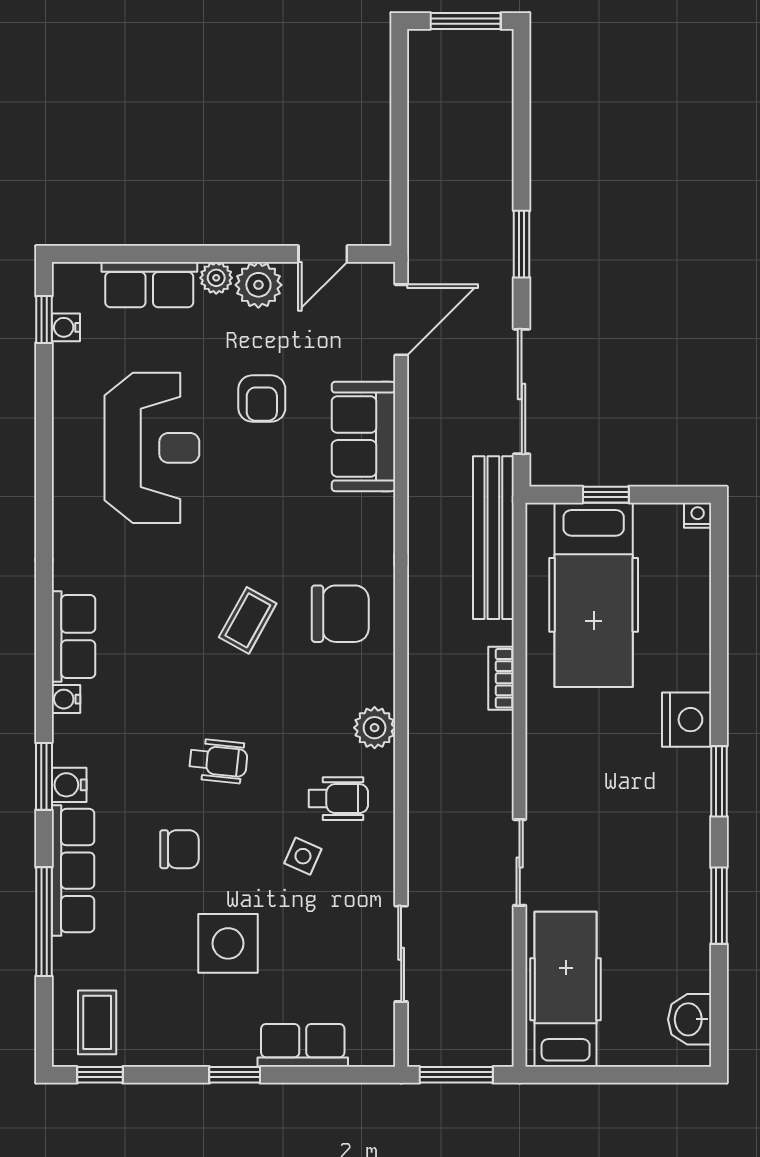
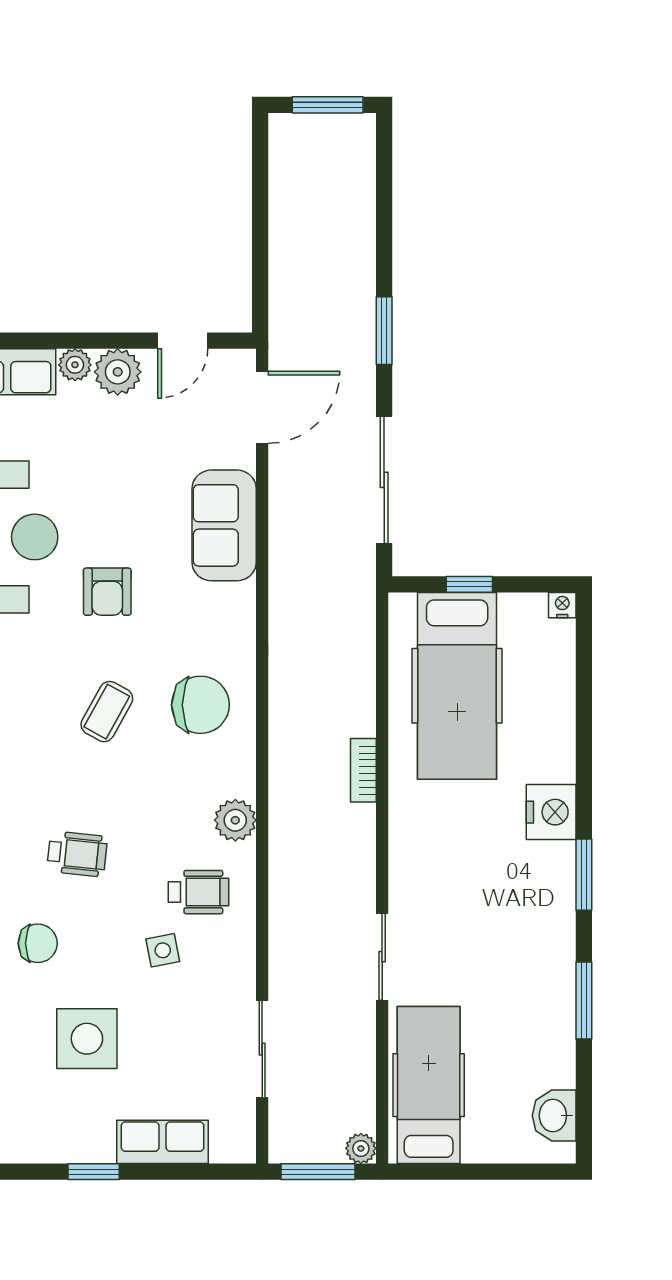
armchair: (262, 398) -> (107, 592), moved
bench: (493, 538) -> (356, 628), removed
side table: (303, 856) -> (163, 950), turned -35
plant: (499, 1052) -> (361, 1148), added

